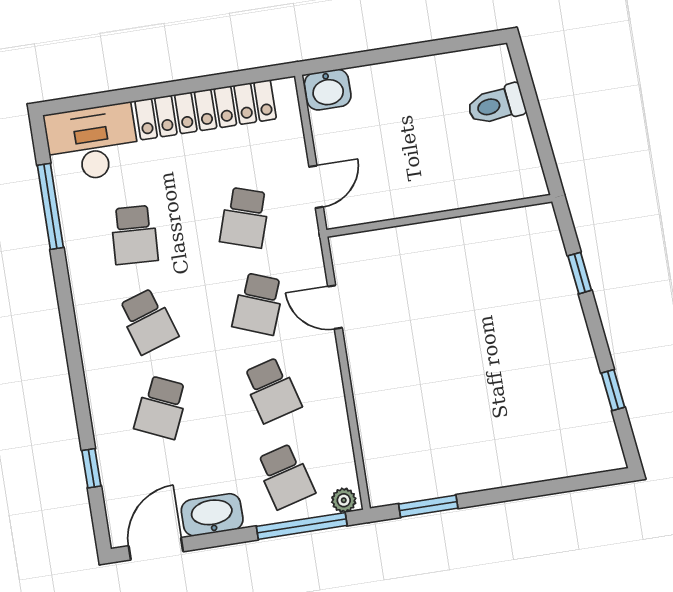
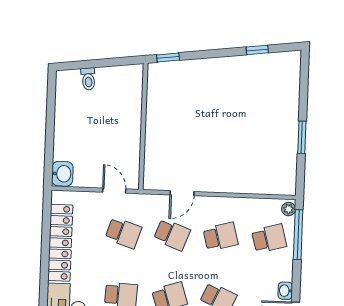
toilet: (496, 105) -> (88, 79), width x0.73, depth x0.72
window: (580, 273) -> (168, 57), moved
window: (428, 506) -> (302, 137), moved
washbasin: (212, 515) -> (285, 291), width x0.52, depth x0.69

